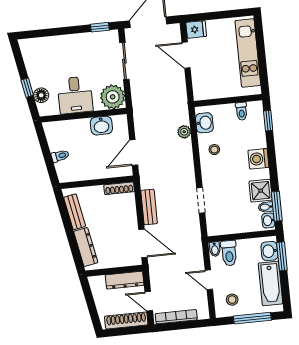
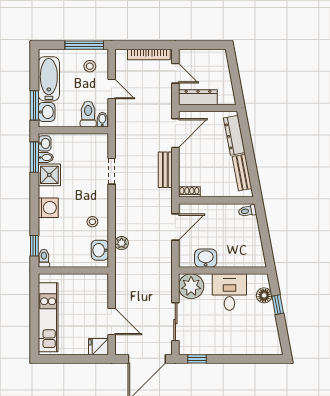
toilet: (241, 111) -> (44, 258), moved
toilet: (60, 156) -> (247, 211), moved
shoe rack: (119, 188) -> (189, 192), width x0.70
door: (143, 243) -> (175, 133), swing flipped
window: (252, 318) -> (84, 45), moved
shoe rack: (126, 321) -> (200, 56), removed

